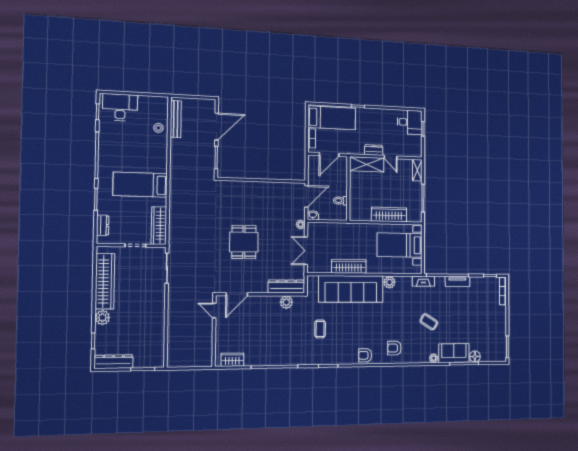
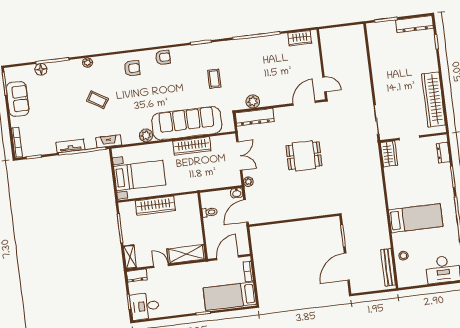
dresser: (374, 150) -> (137, 276), moved
bed: (140, 185) -> (416, 218), moved
wardrobe: (159, 226) -> (389, 154), width x0.67
dining table: (244, 242) -> (304, 156), turned 90
plant: (102, 318) -> (431, 65), removed
sofa: (454, 353) -> (18, 99), moved, turned -90

